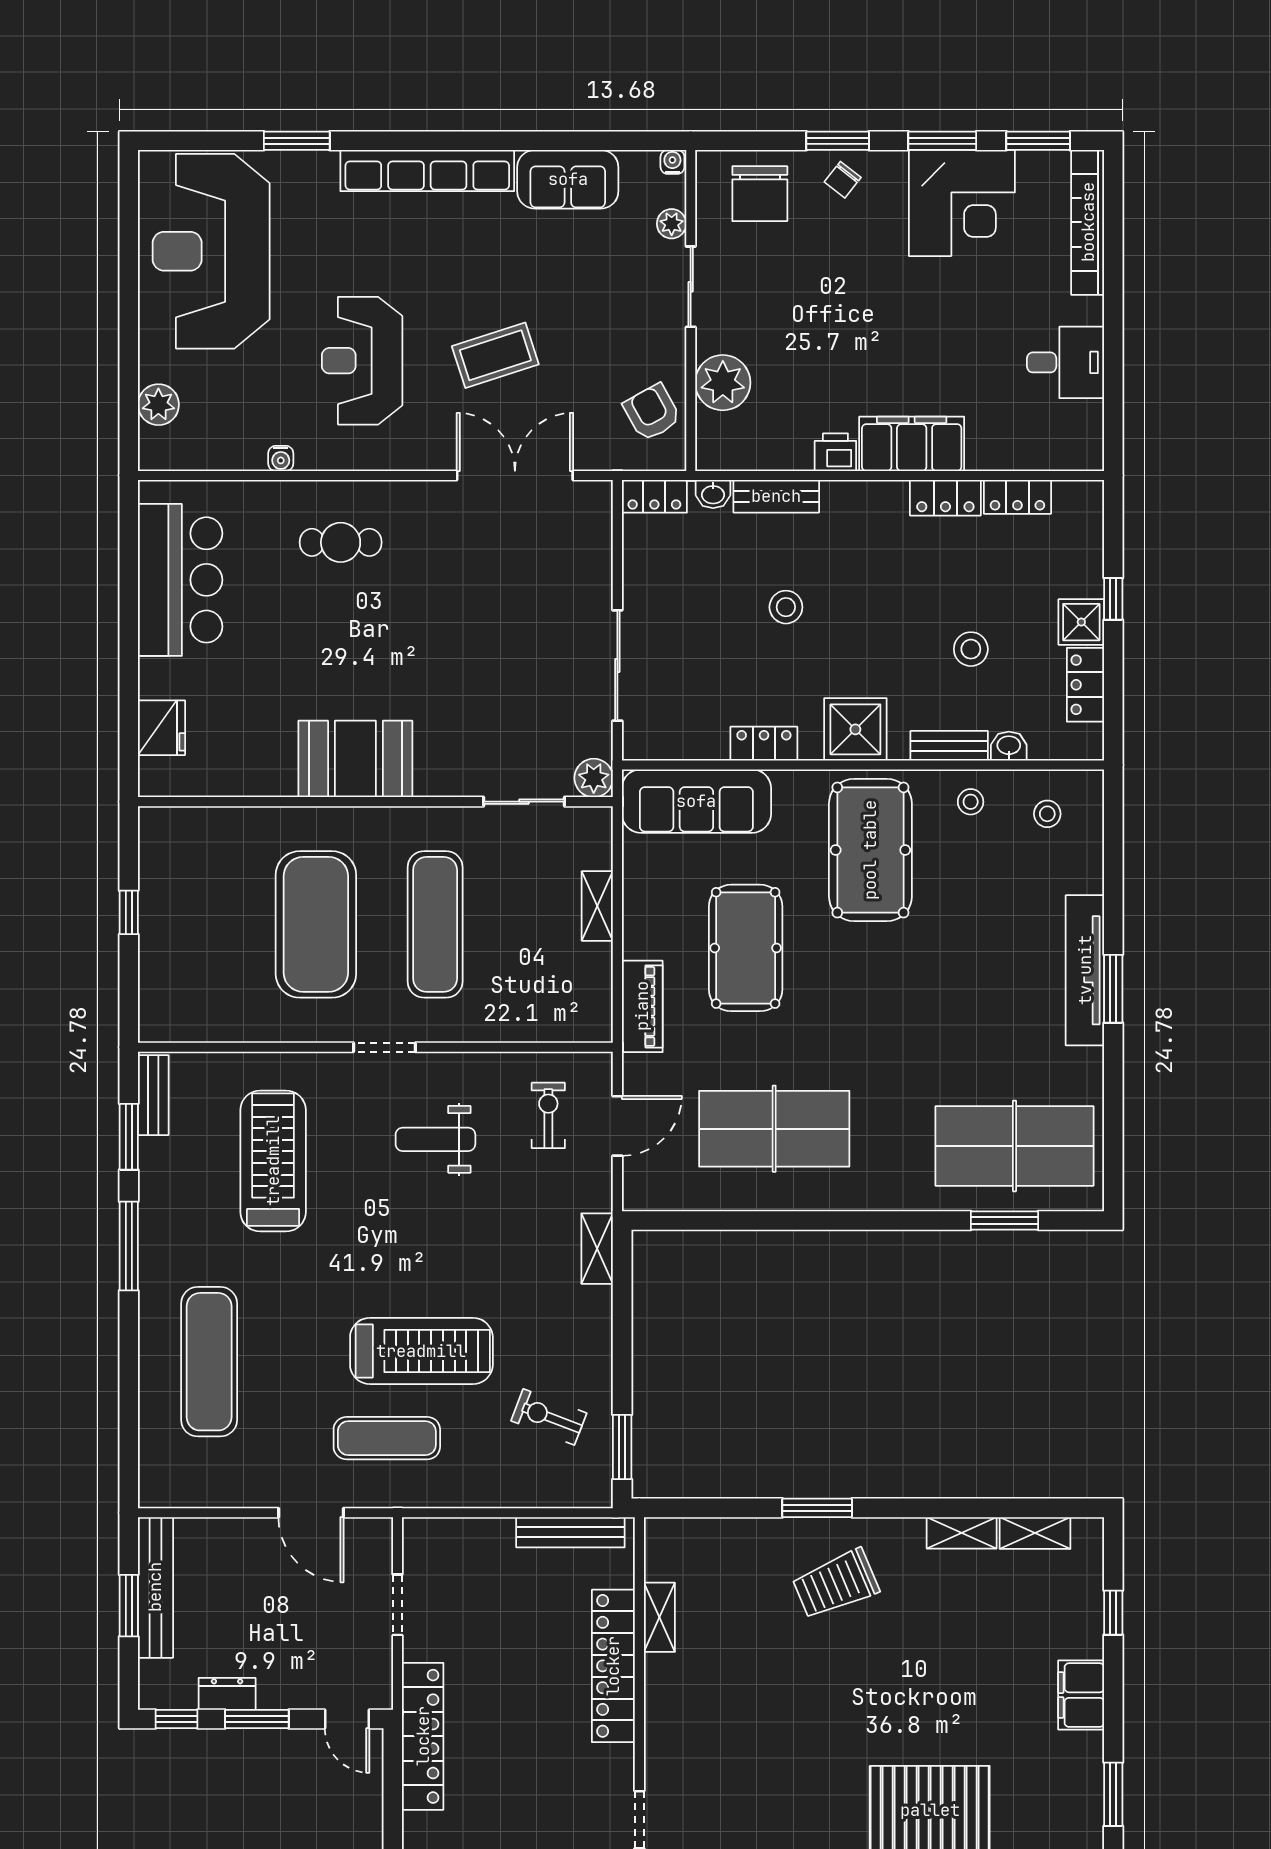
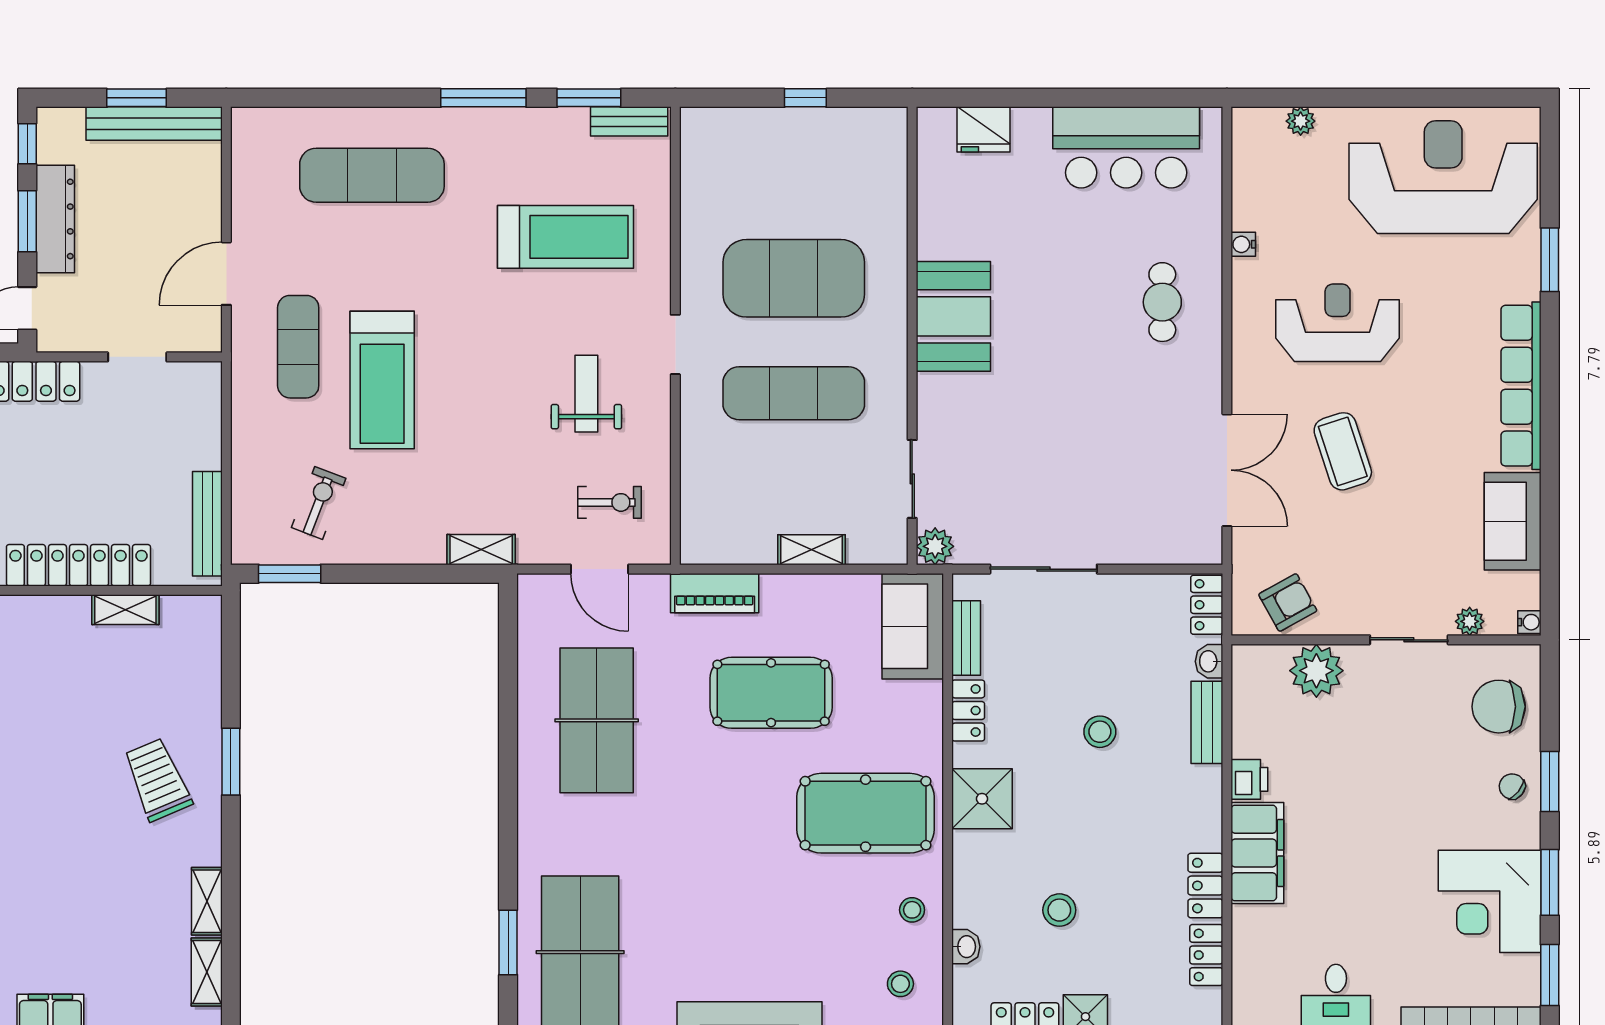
plant: (158, 405) -> (1301, 121), width x0.73, depth x0.73
bench: (949, 746) -> (966, 638), moved
sofa: (696, 801) -> (913, 626), width x0.73
dresser: (227, 1694) -> (55, 219), width x1.96, depth x1.24

